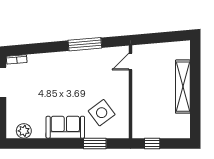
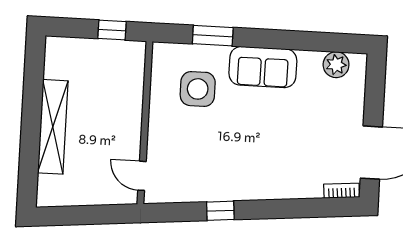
window: (85, 44) -> (220, 211), width x0.46
door: (131, 62) -> (142, 176), swing flipped
side table: (102, 113) -> (198, 89), turned 37

